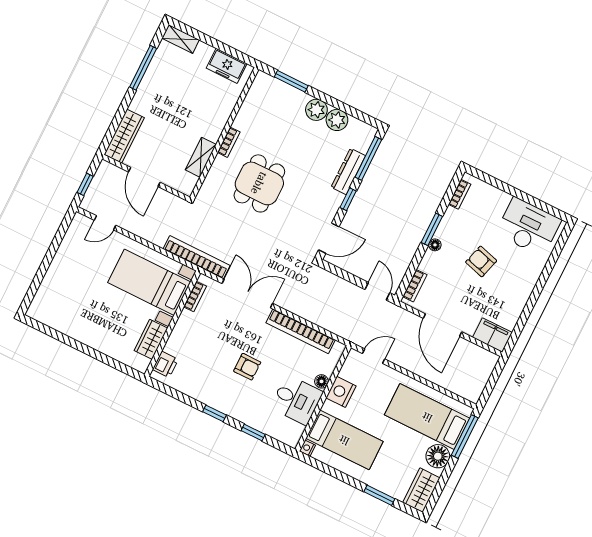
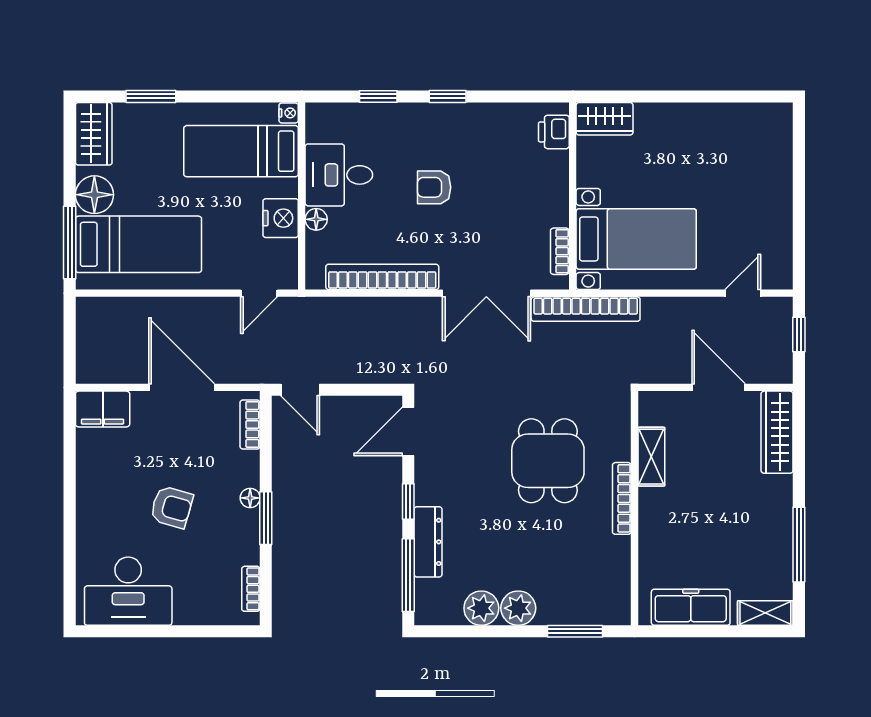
freezer: (227, 66) -> (691, 607), width x1.40
bookcase: (229, 142) -> (622, 498), width x1.56
wardrobe: (151, 339) -> (605, 119), moved, turned 90

